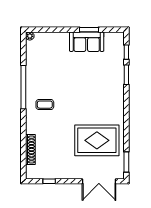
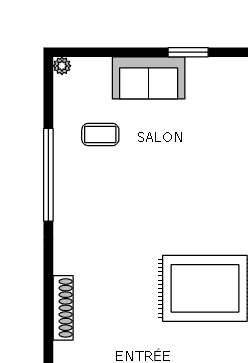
sofa: (87, 42) -> (149, 78), moved
coffee table: (45, 105) -> (100, 134), moved

